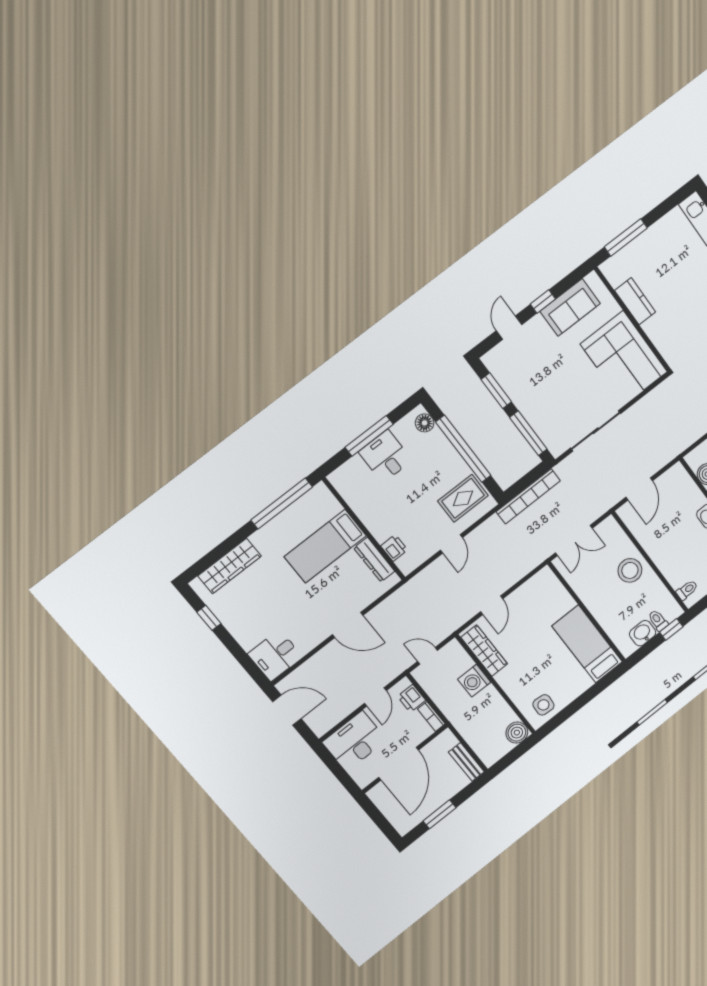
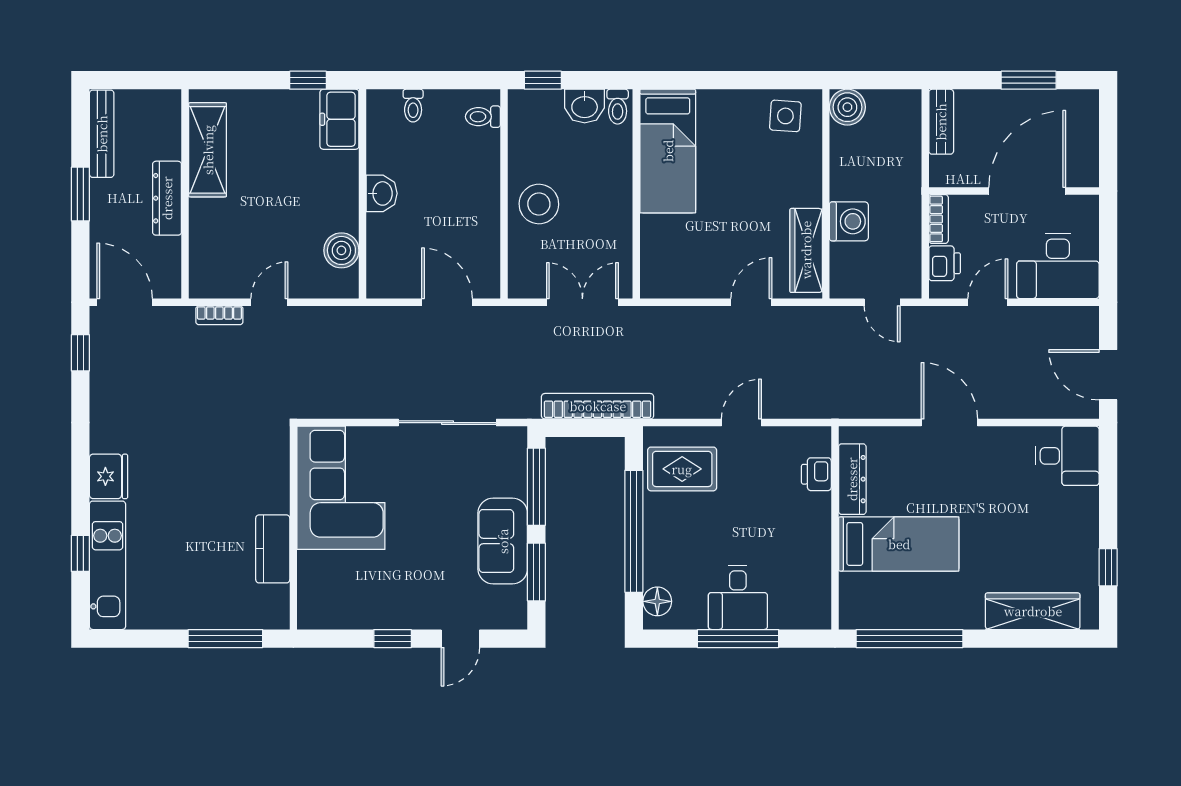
sofa: (570, 307) -> (503, 541), moved, turned -90
door: (639, 489) -> (447, 302), hinge flipped
toilet: (658, 620) -> (618, 107), moved

